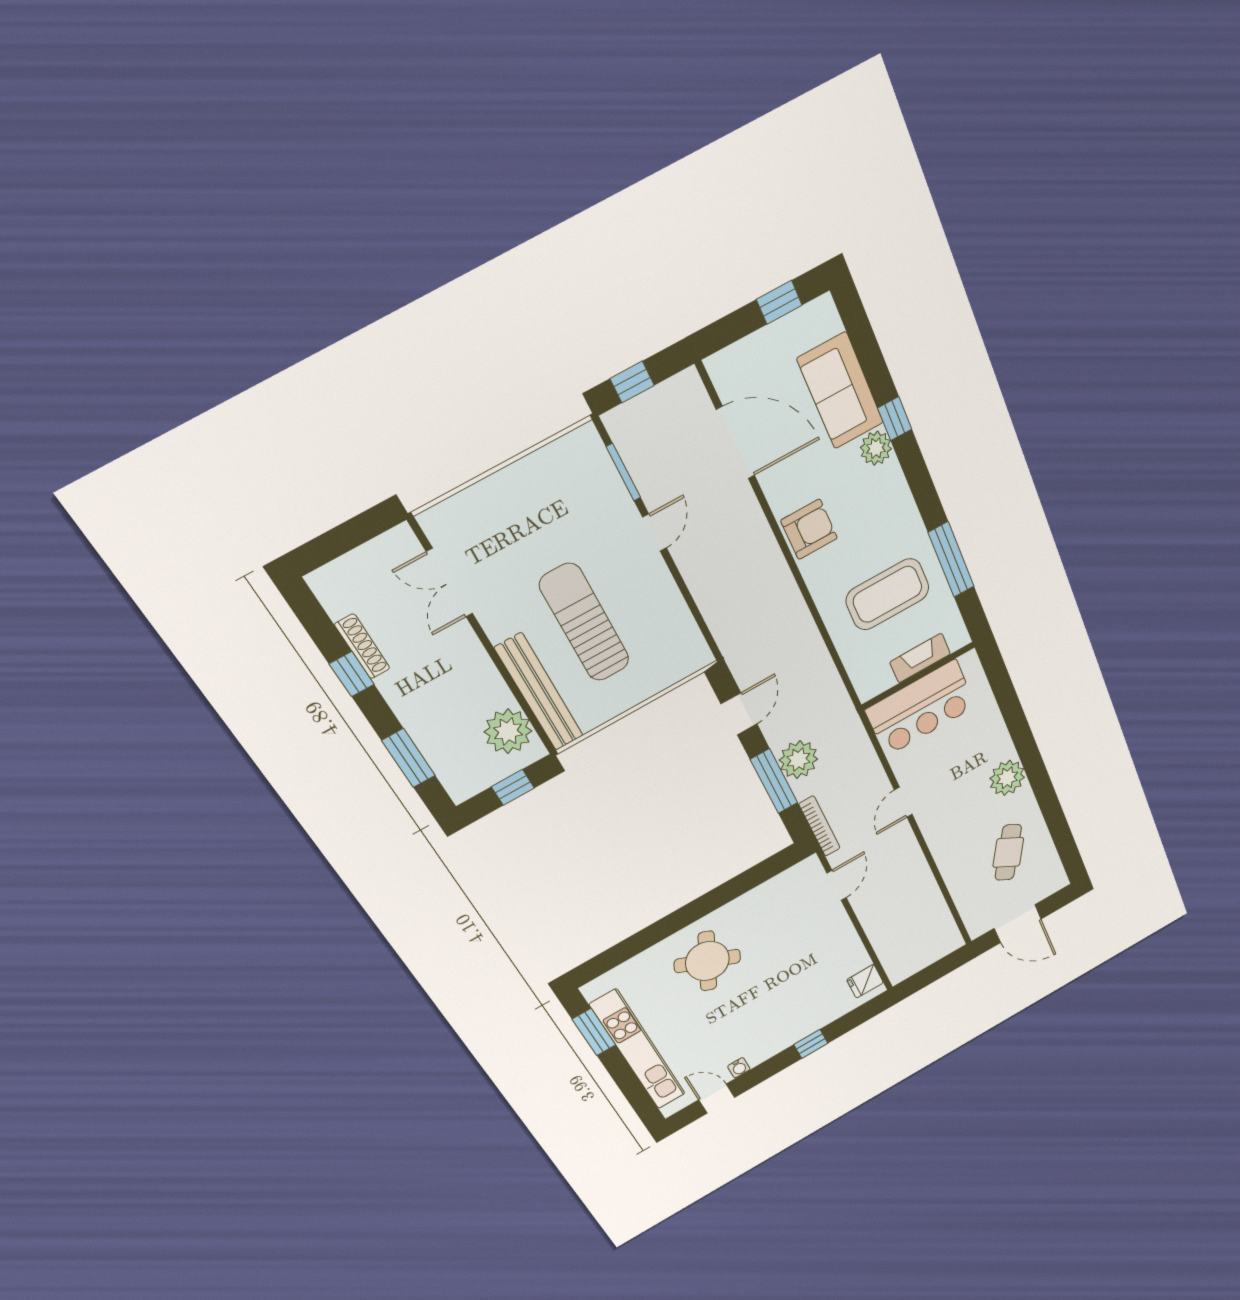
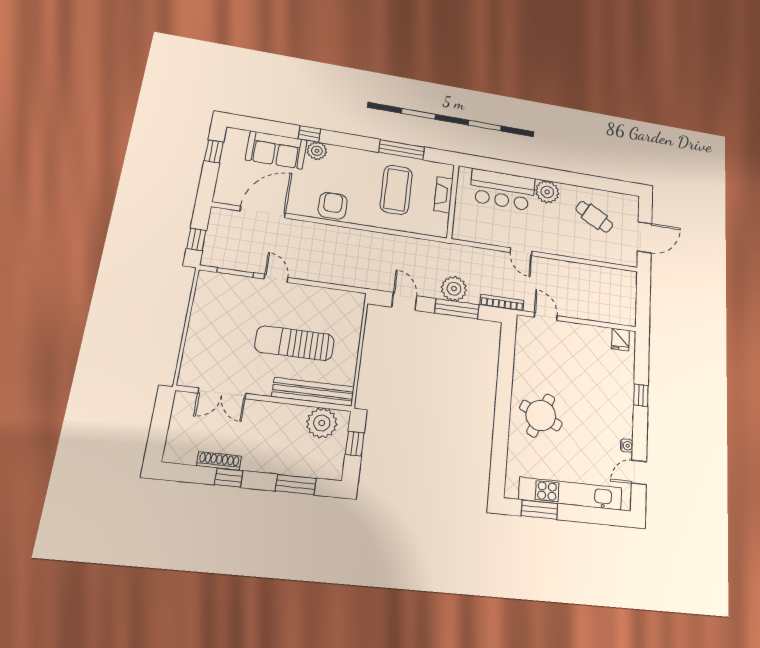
bar counter: (921, 708) -> (503, 190), moved, turned 90

